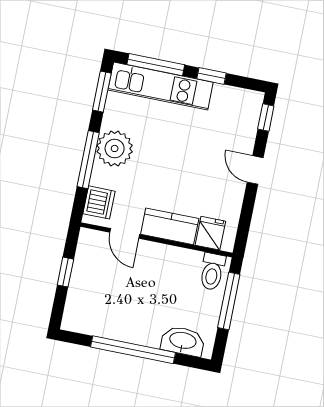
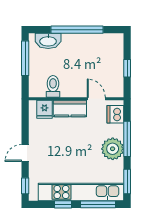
kitchen unit: (161, 86) -> (81, 192), width x1.36
door: (255, 170) -> (25, 153), swing flipped
toilet: (212, 272) -> (53, 86), moved
window: (229, 301) -> (25, 58), moved

